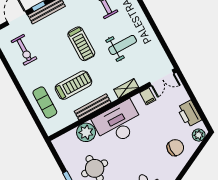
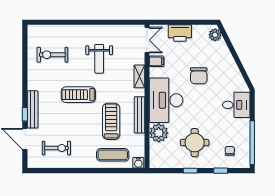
treadmill: (81, 44) -> (78, 95), turned 180
weight bench: (123, 45) -> (99, 59), turned 180
printer: (189, 114) -> (180, 33), moved
water cooler: (50, 129) -> (138, 163), added
chair: (175, 148) -> (199, 76), moved, turned 180

